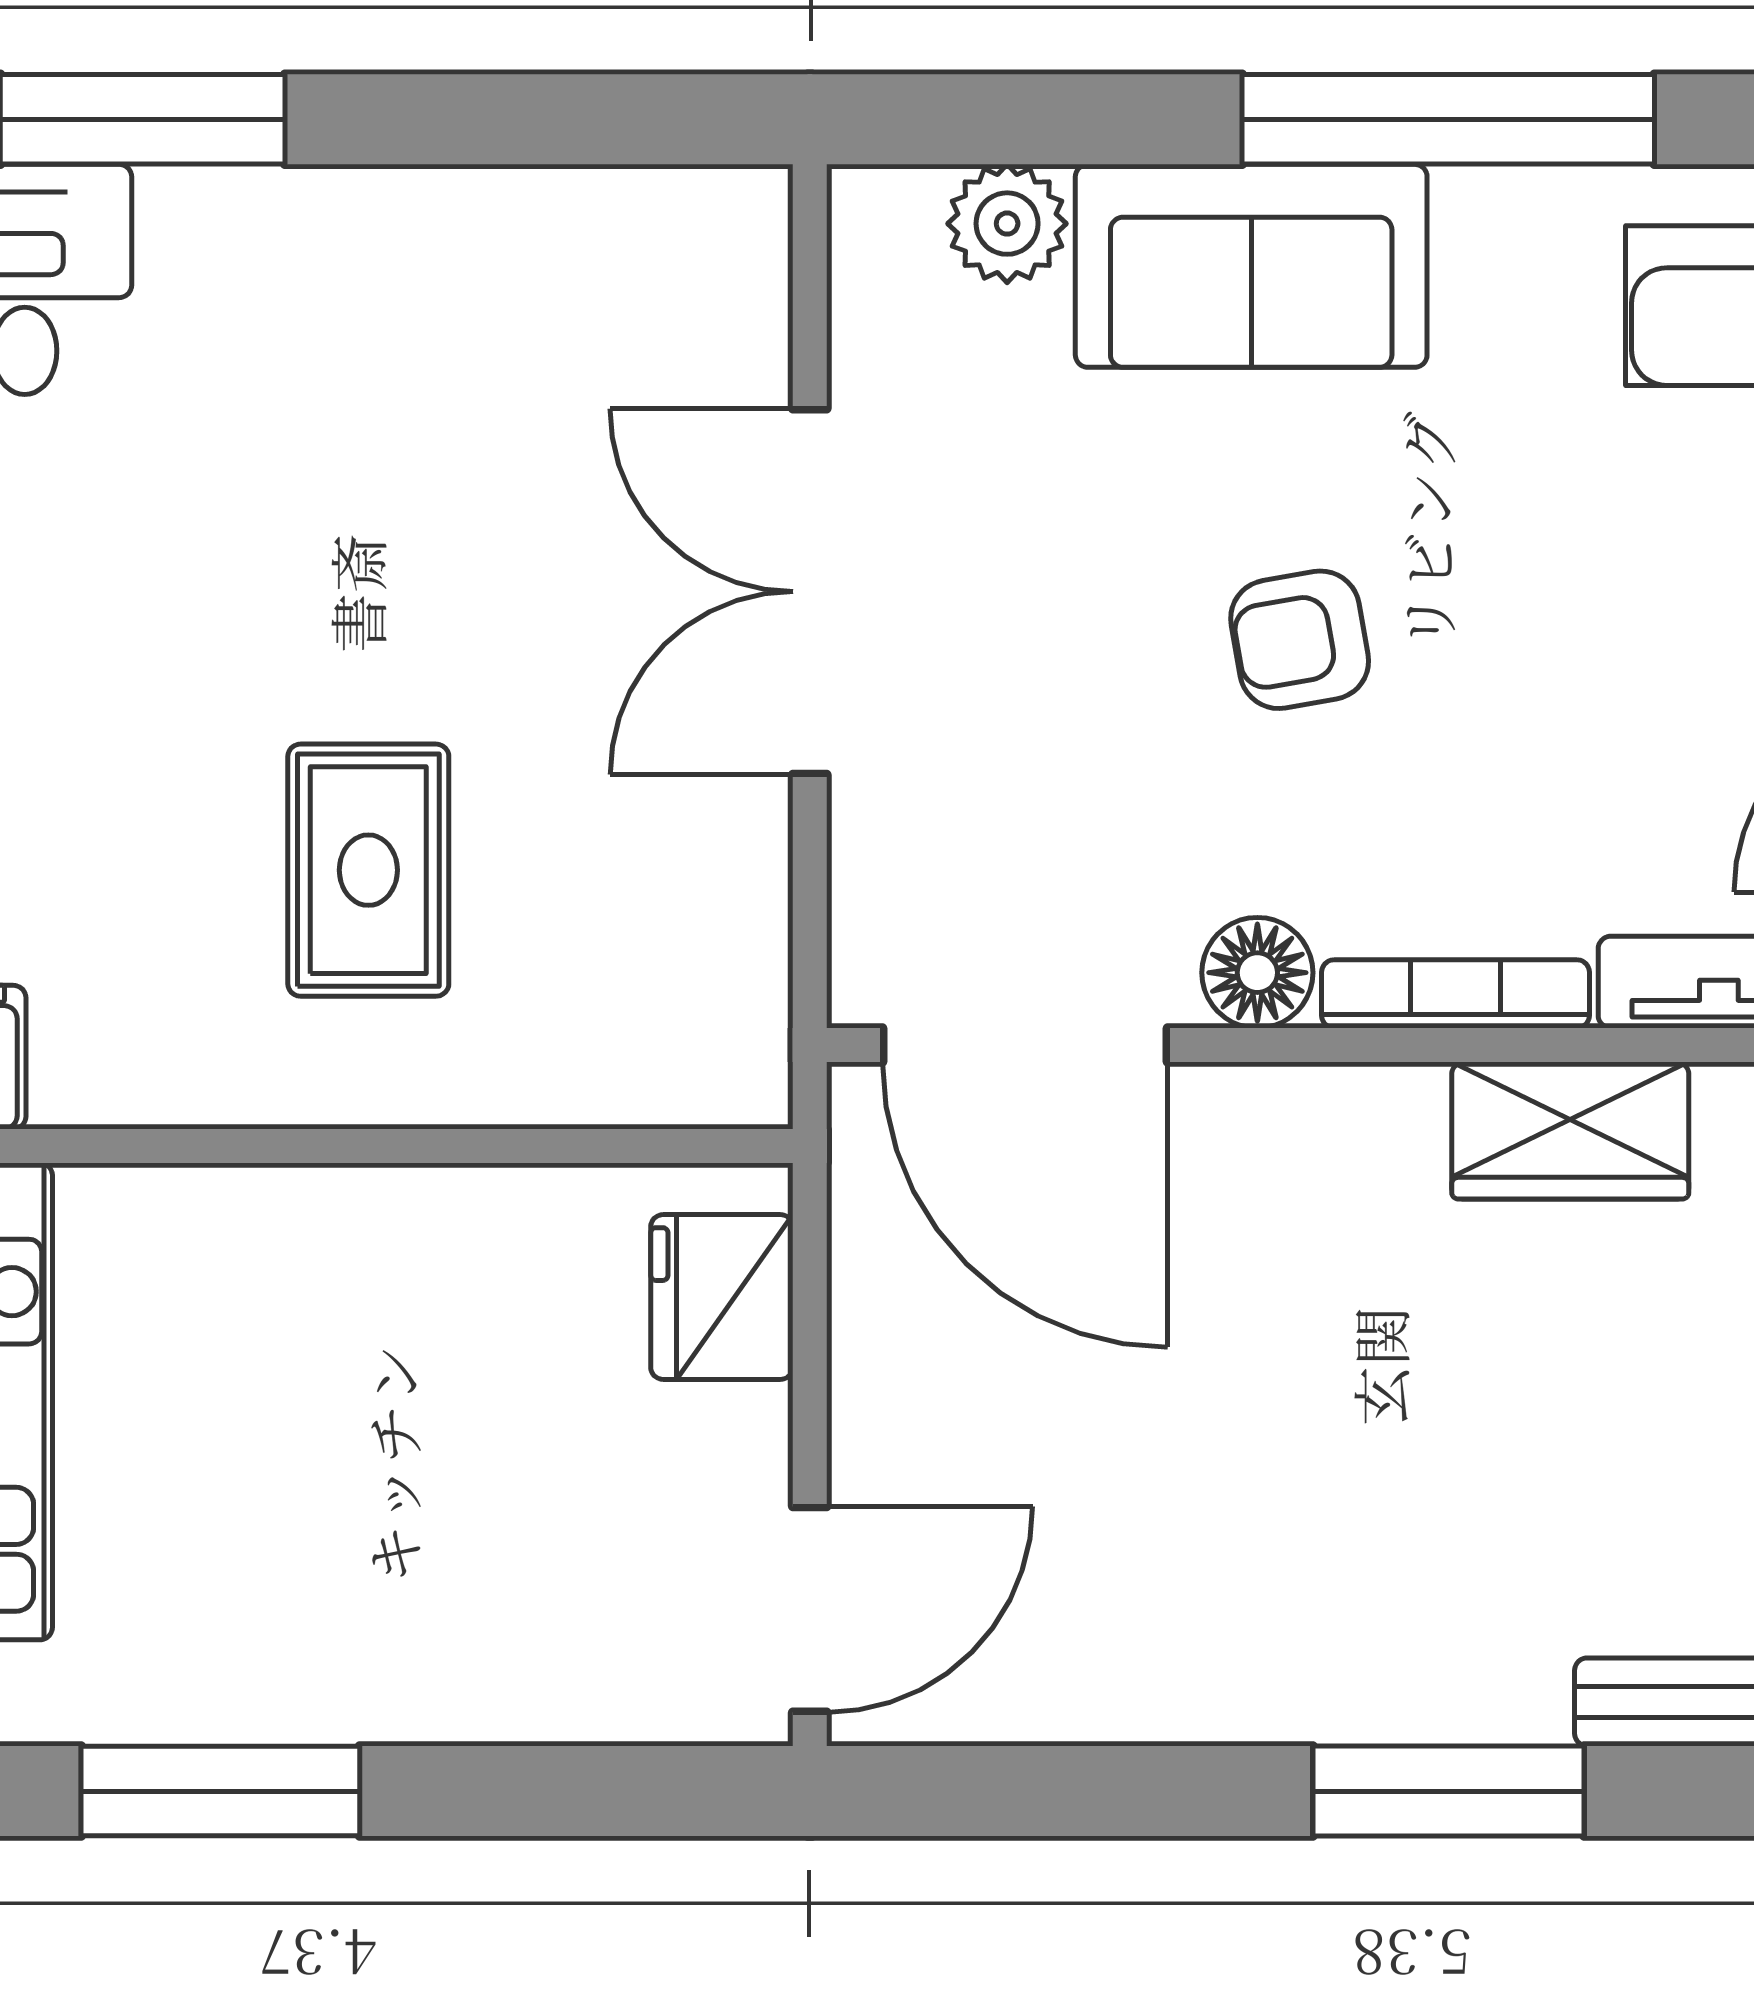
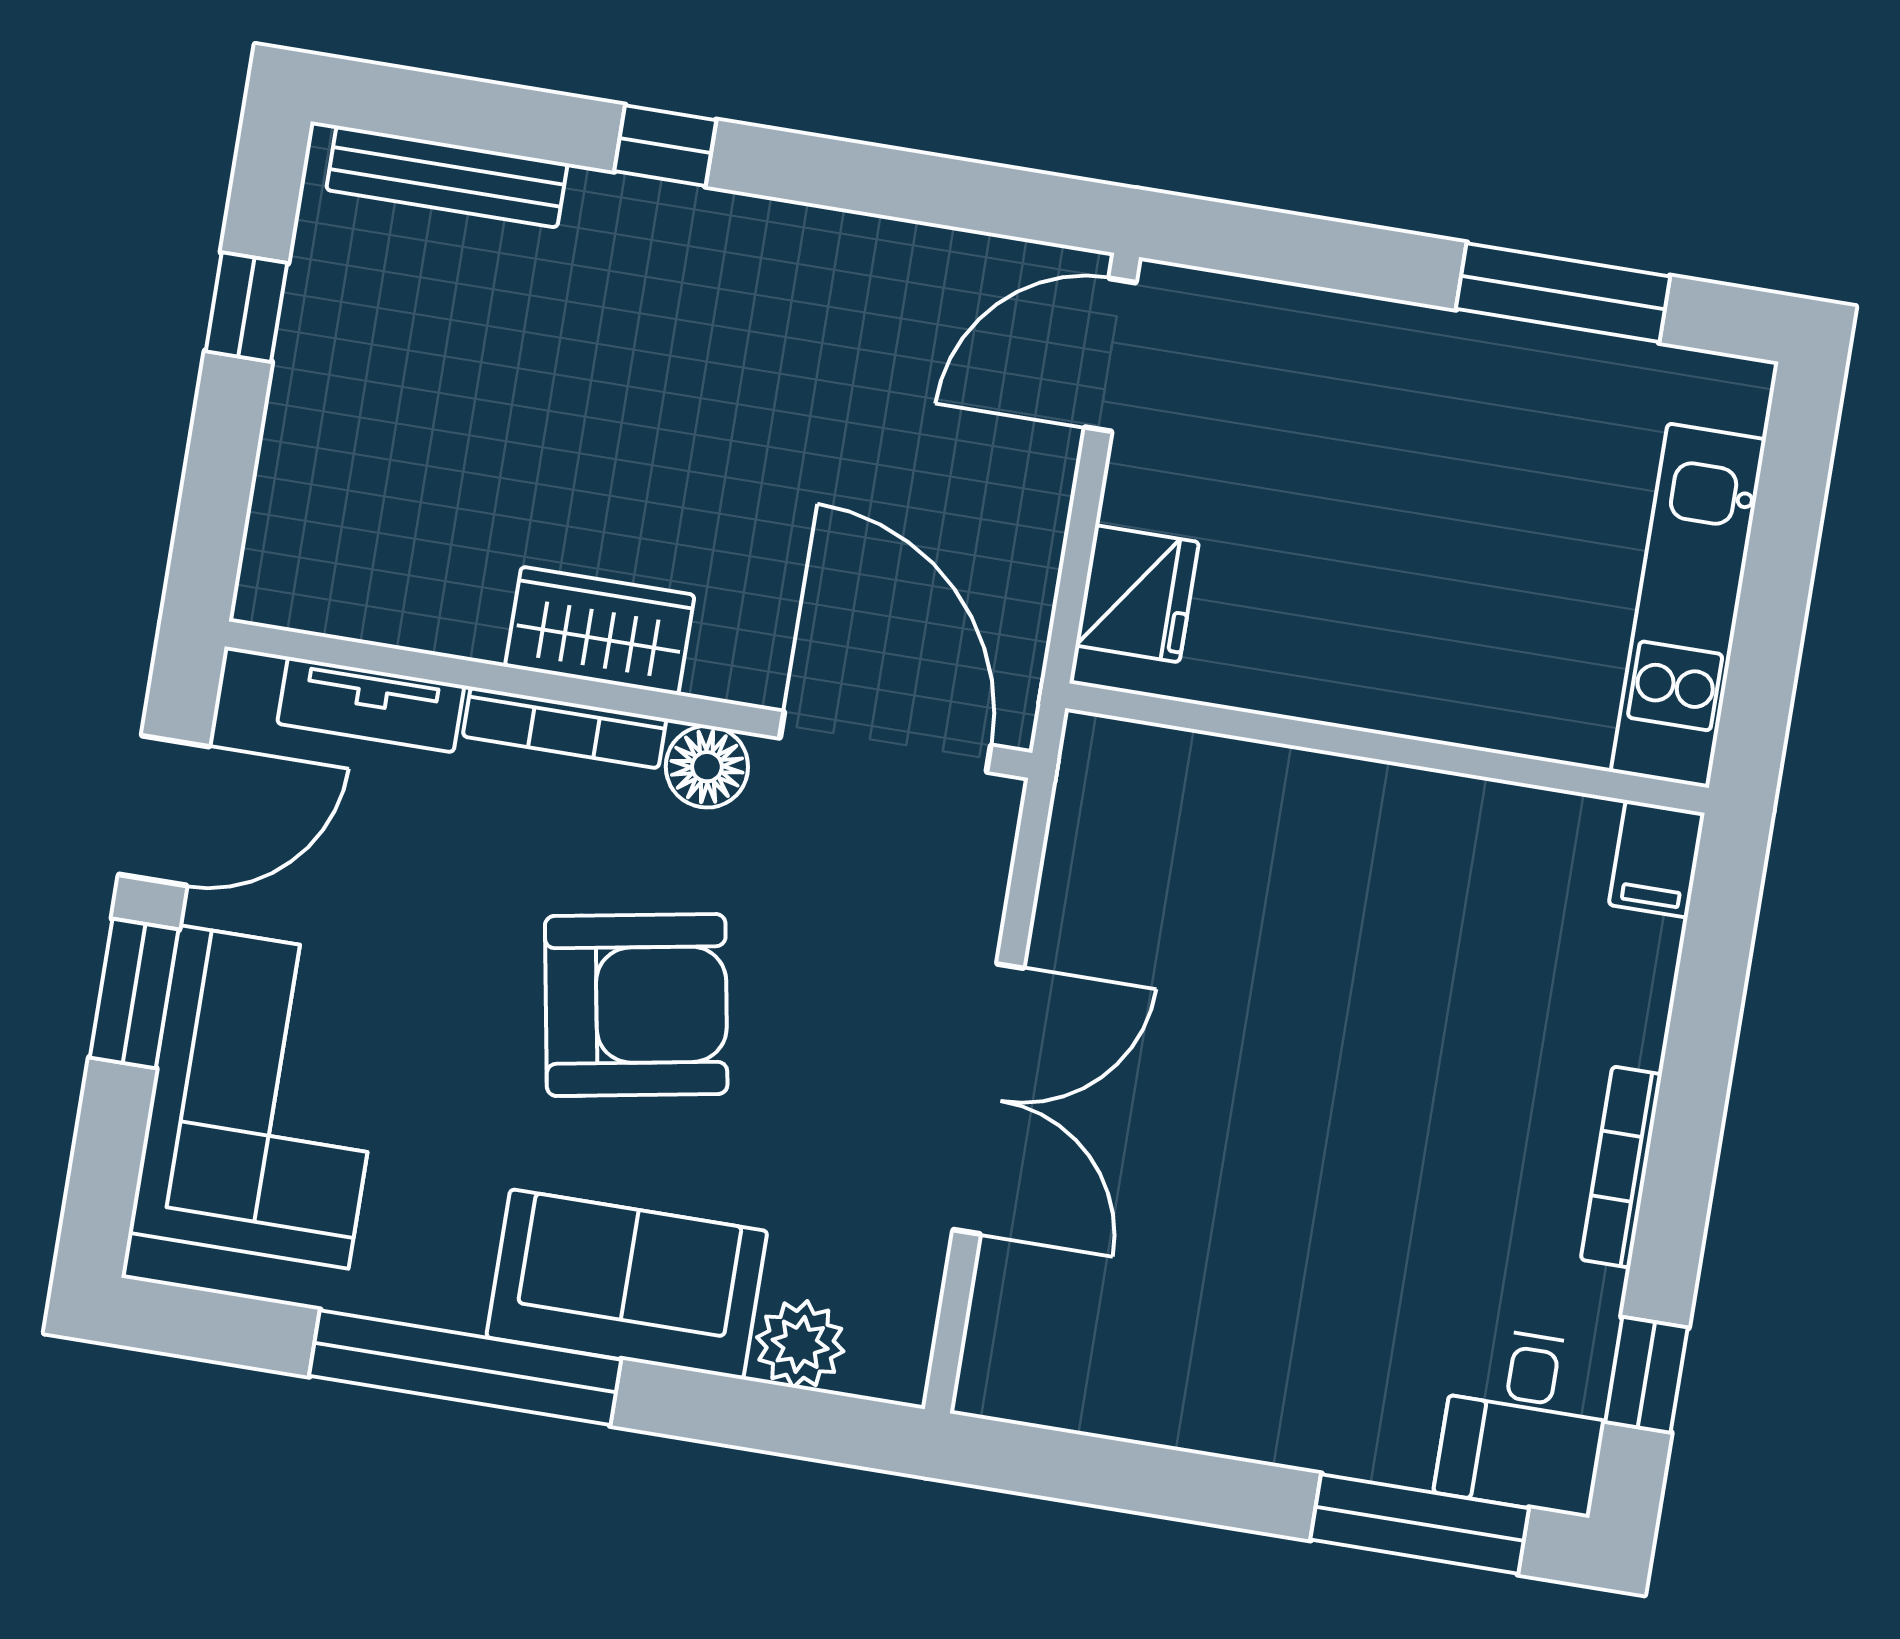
armchair: (1300, 640) -> (636, 1005), width x1.88, depth x1.88
rug: (368, 870) -> (1344, 948), removed
wardrobe: (1570, 1130) -> (600, 631), moved
window: (1448, 1791) -> (665, 146), width x0.46

